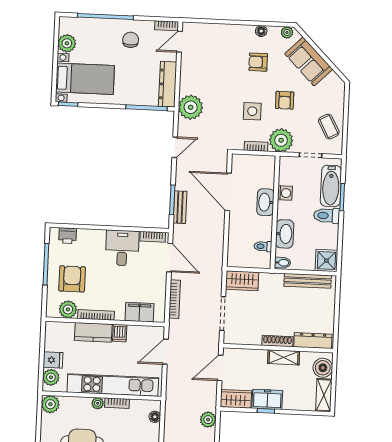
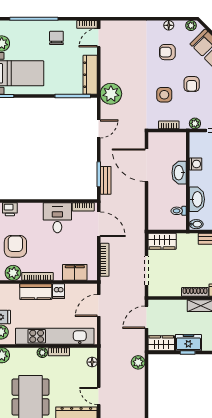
plant: (281, 140) -> (195, 123), width x0.53, depth x0.53

